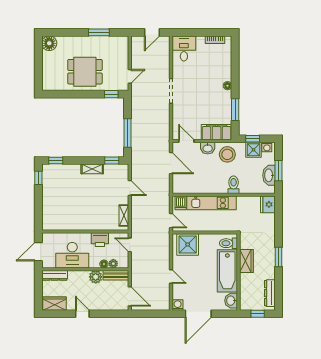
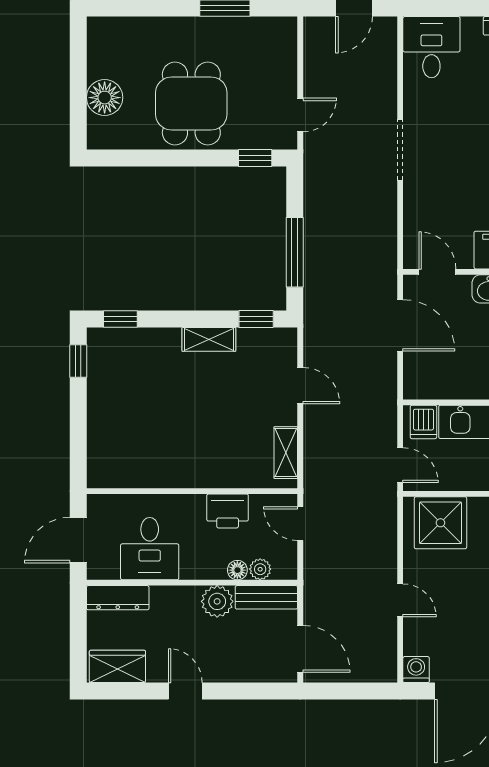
floor lamp: (49, 43) -> (105, 98), moved
dining table: (85, 72) -> (191, 104), turned 90
desk: (72, 255) -> (150, 549), width x0.73

